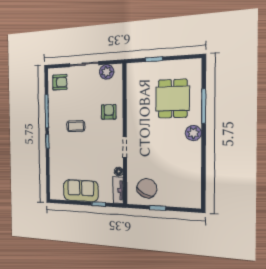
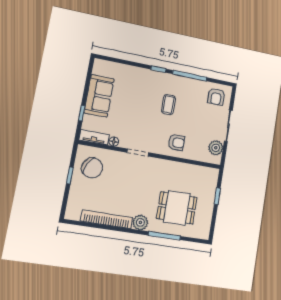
bookcase: (195, 167) -> (107, 219), added

